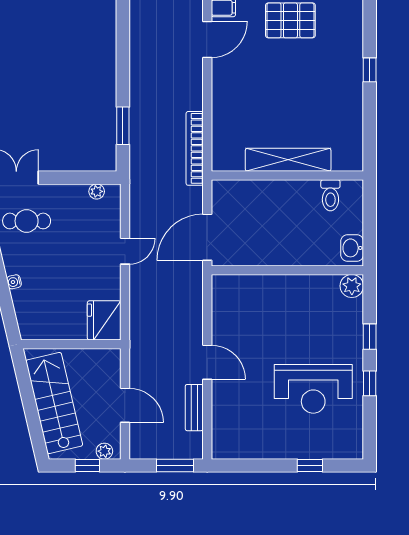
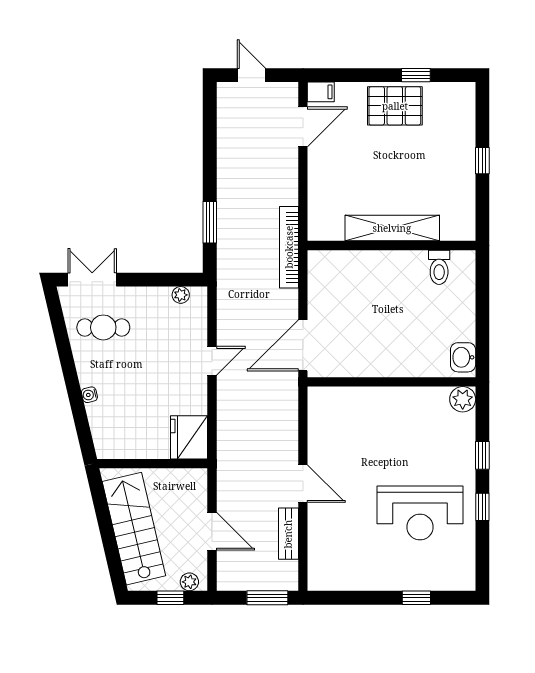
shelving: (288, 160) -> (392, 228), moved
wall: (287, 176) -> (391, 246), moved
toilet: (330, 195) -> (439, 267), moved

